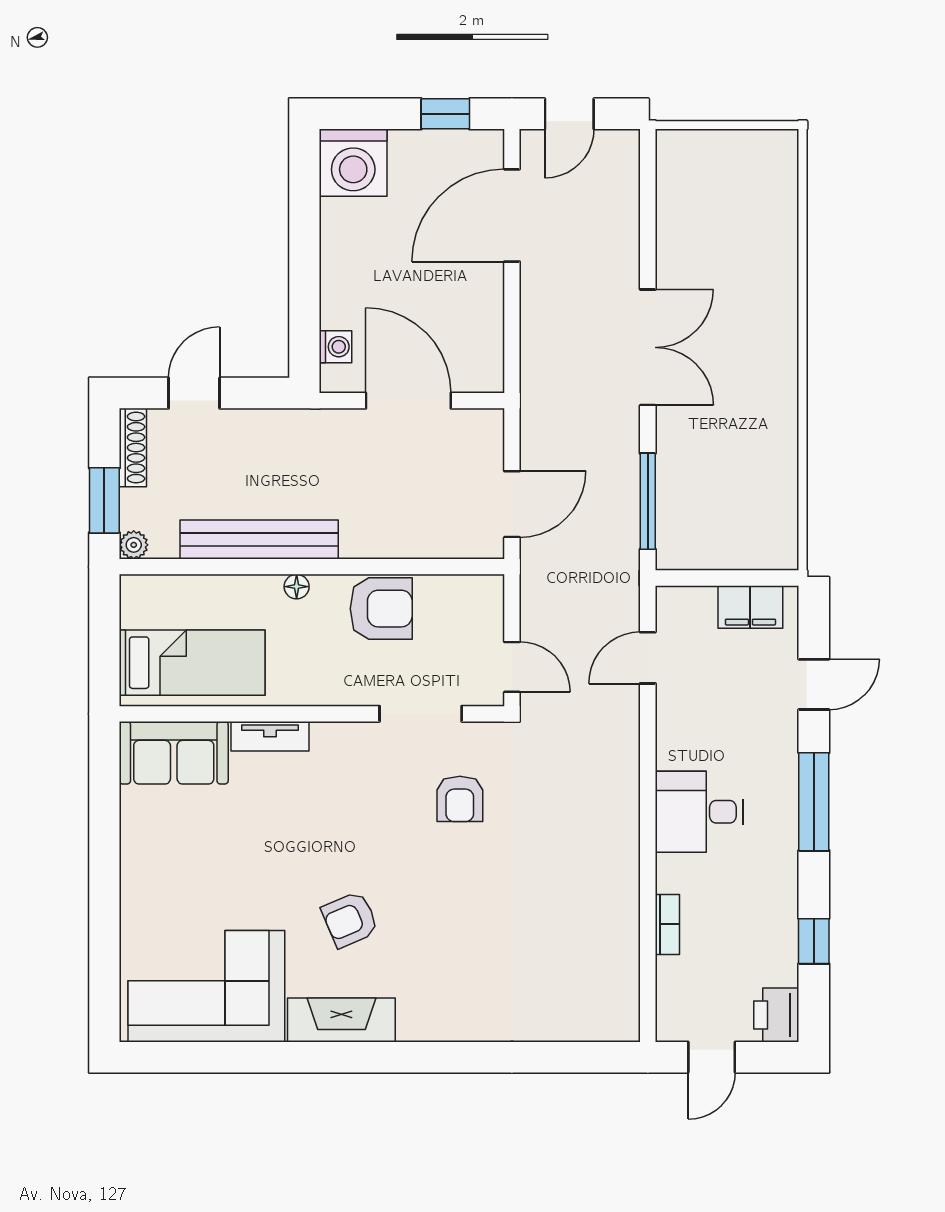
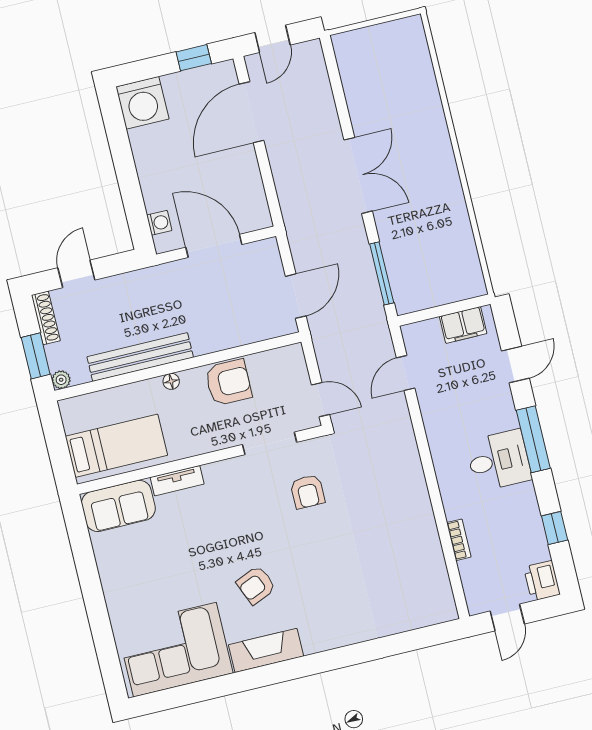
desk: (699, 812) -> (499, 460), moved, turned 180

